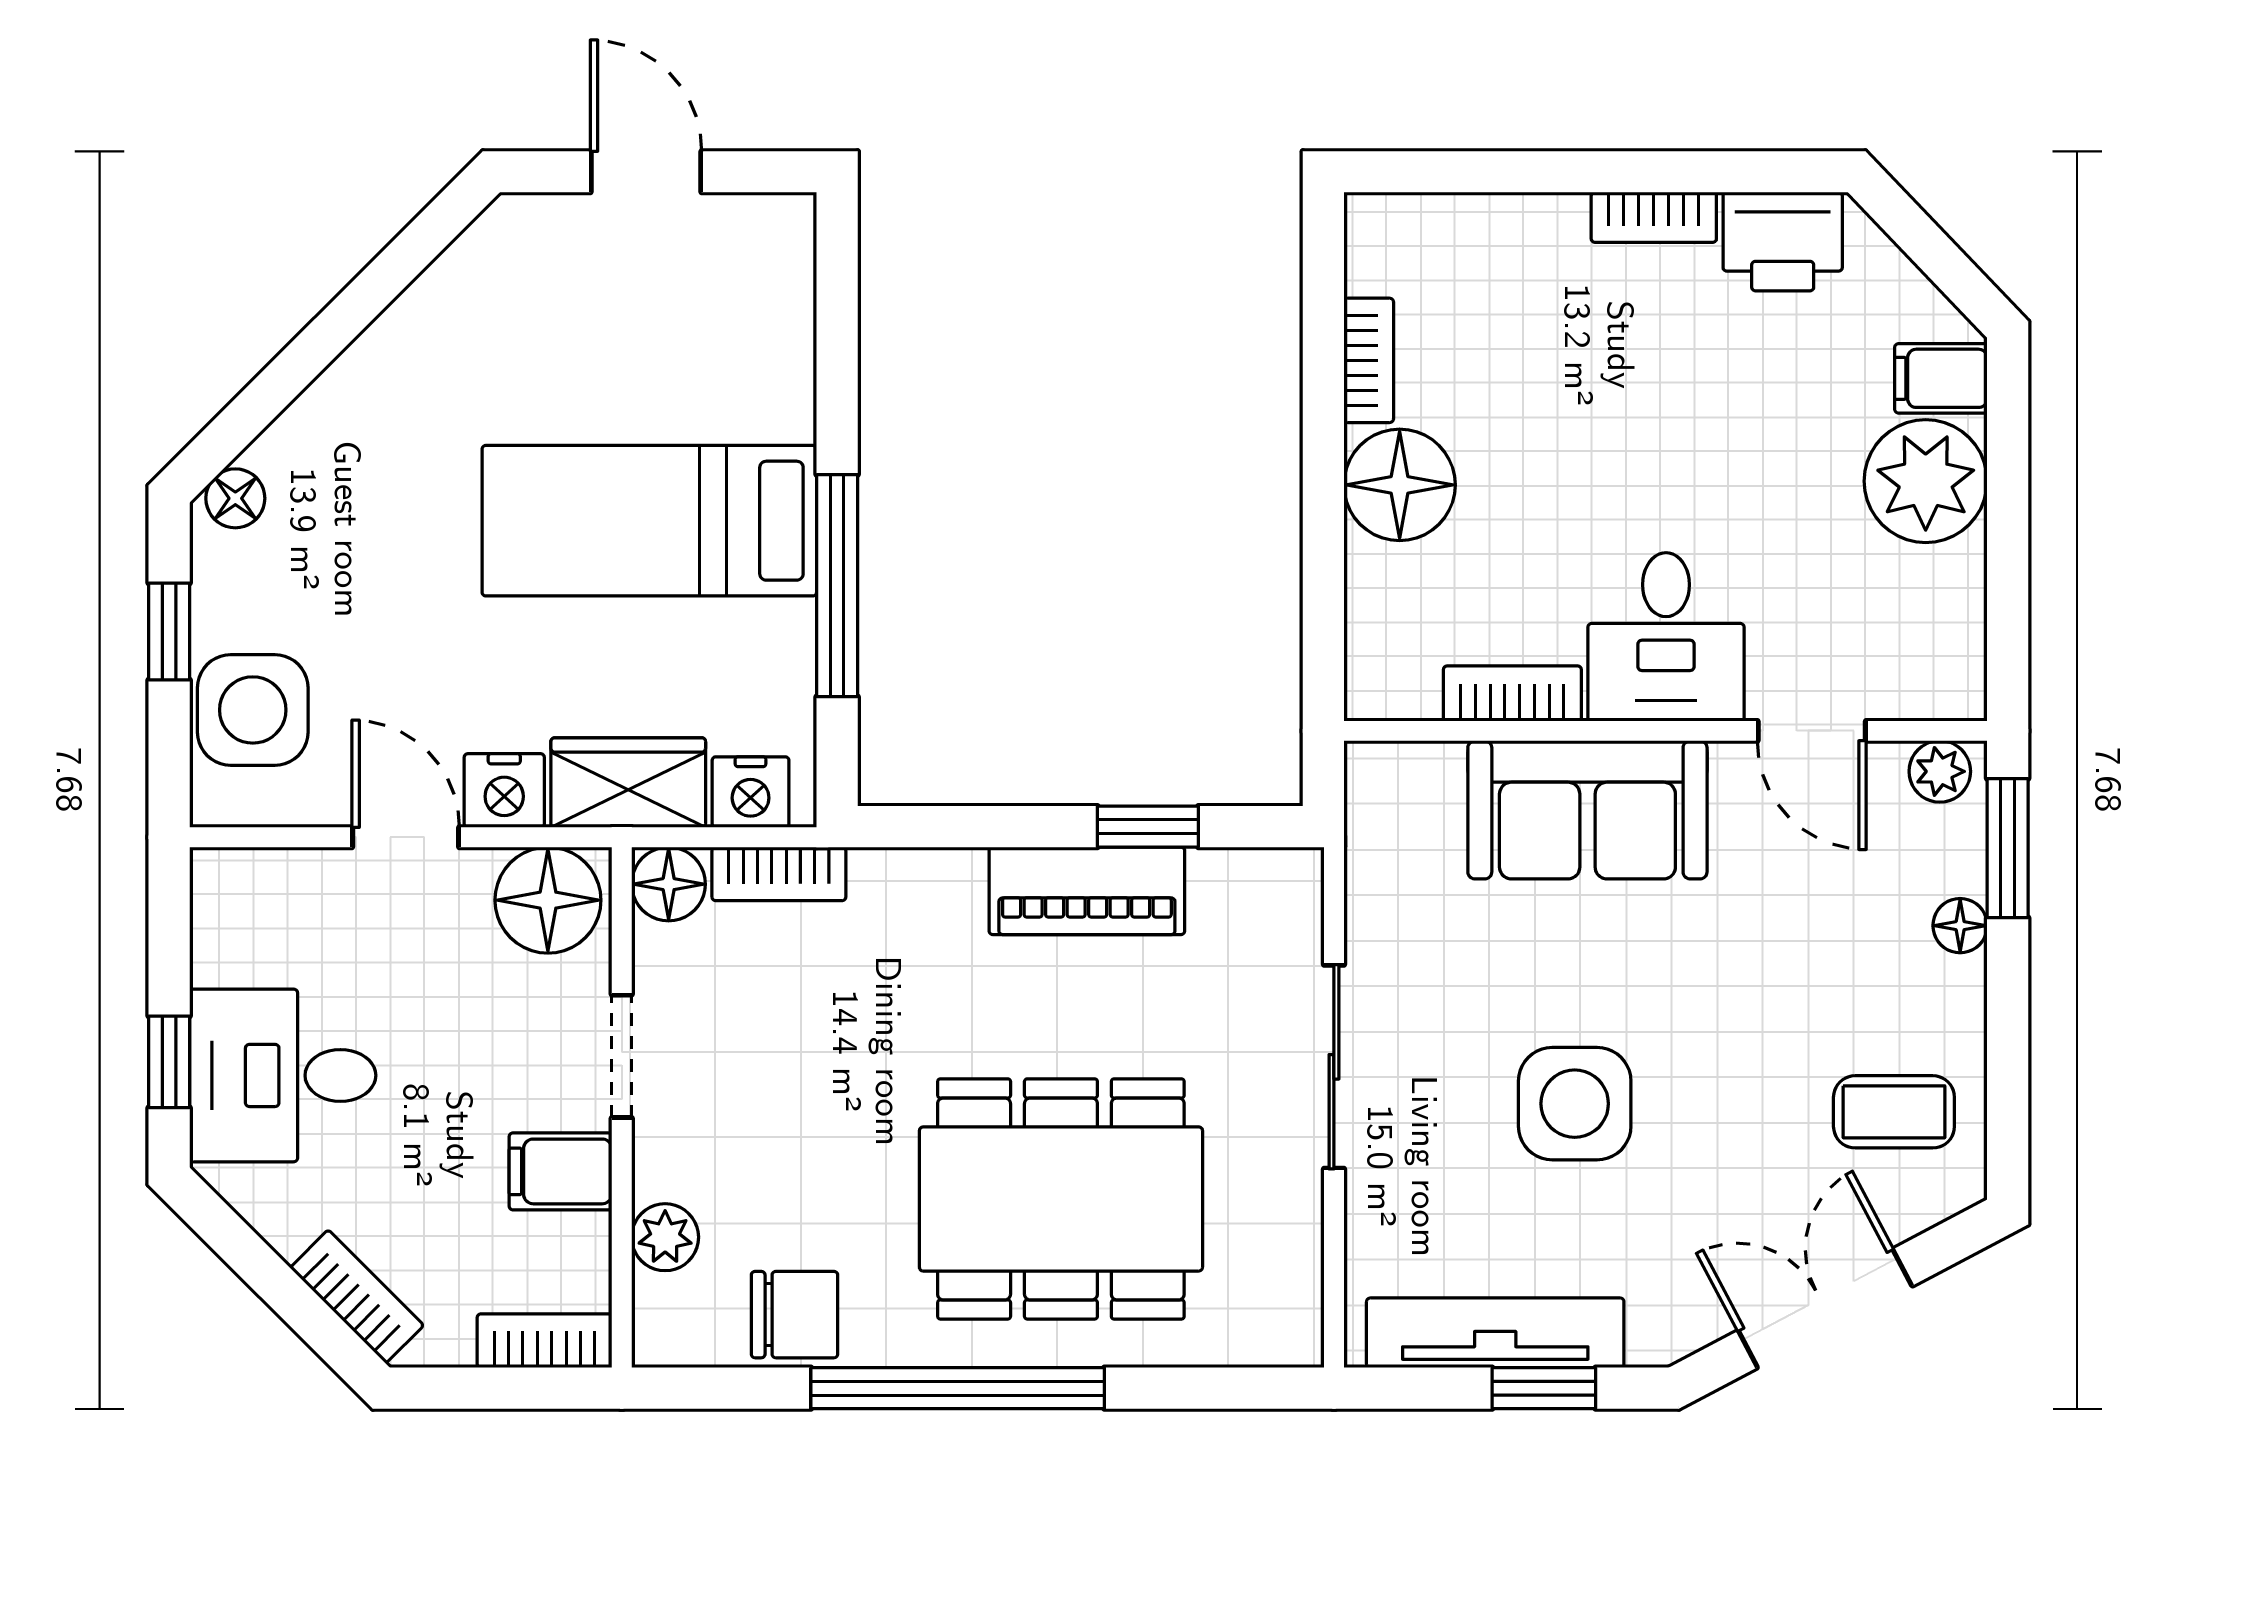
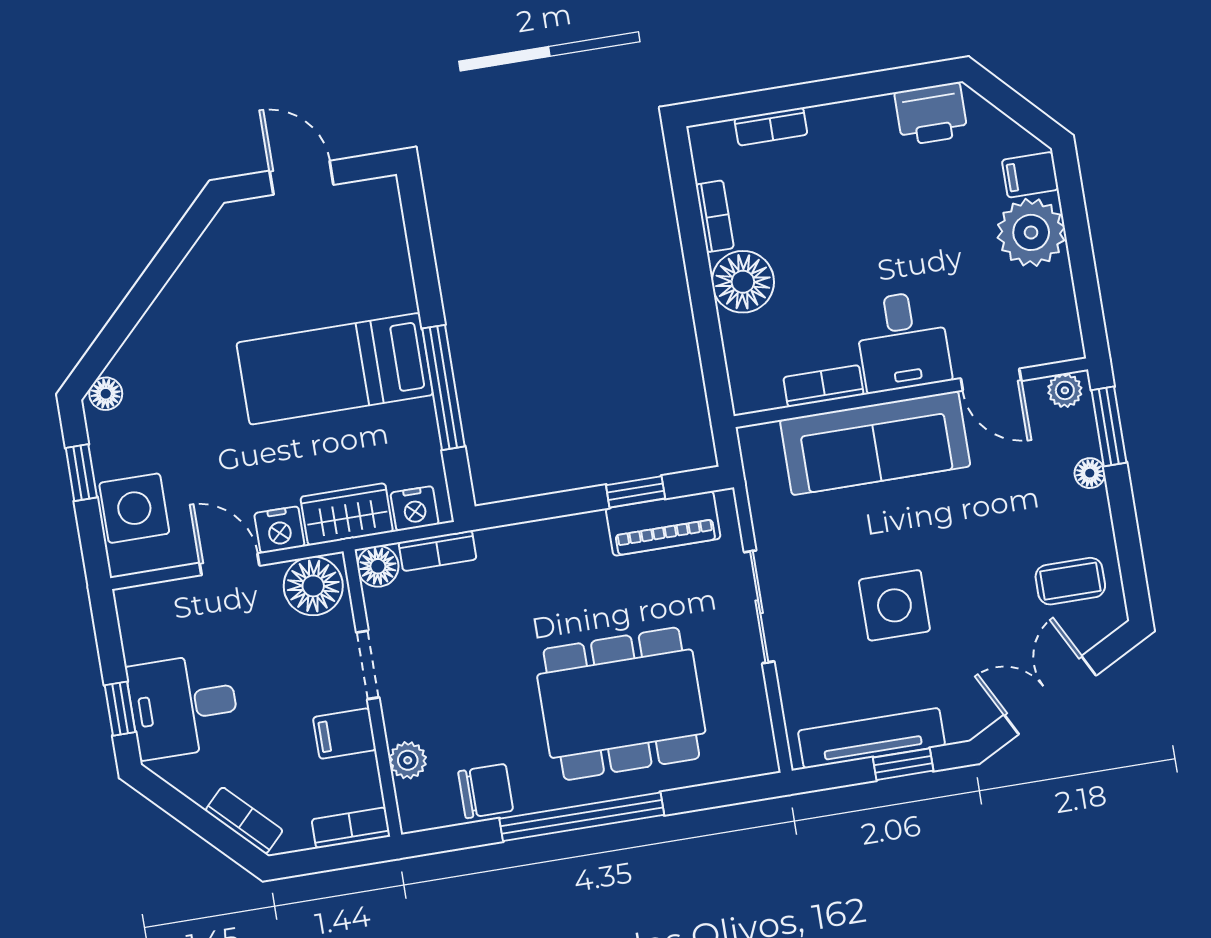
bookcase: (1654, 217) -> (771, 127), moved
sofa: (1587, 810) -> (875, 443), width x1.36
piano: (1087, 891) -> (663, 523), moved

